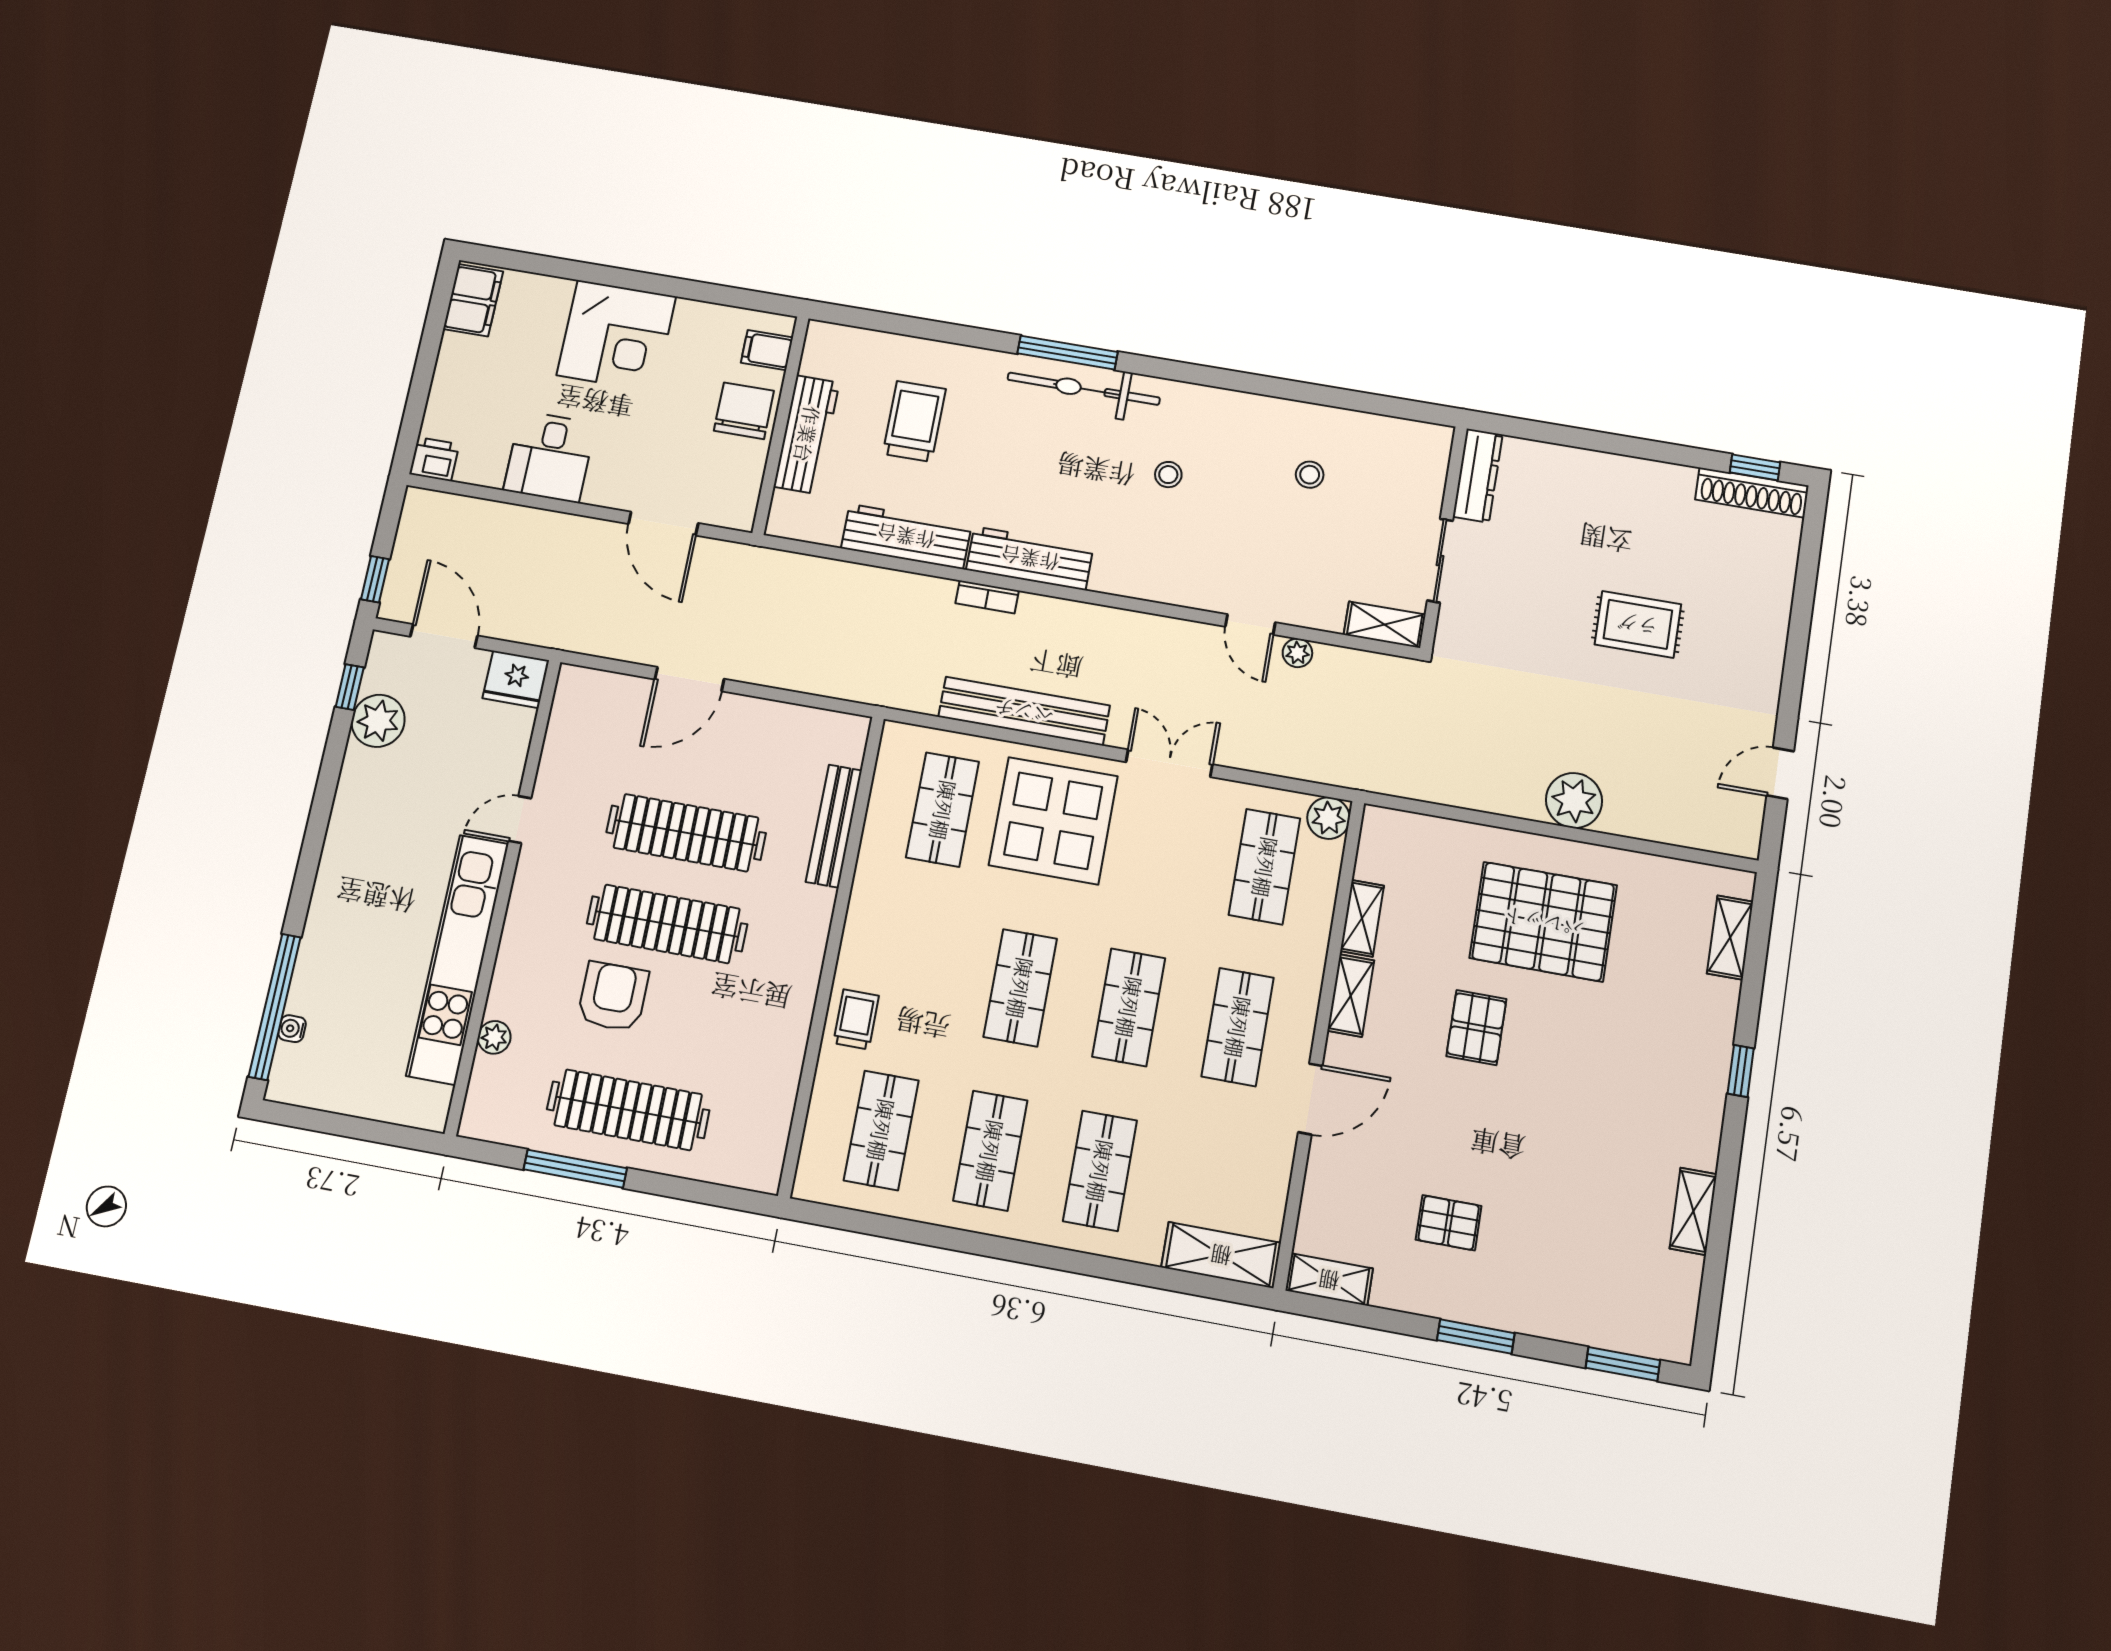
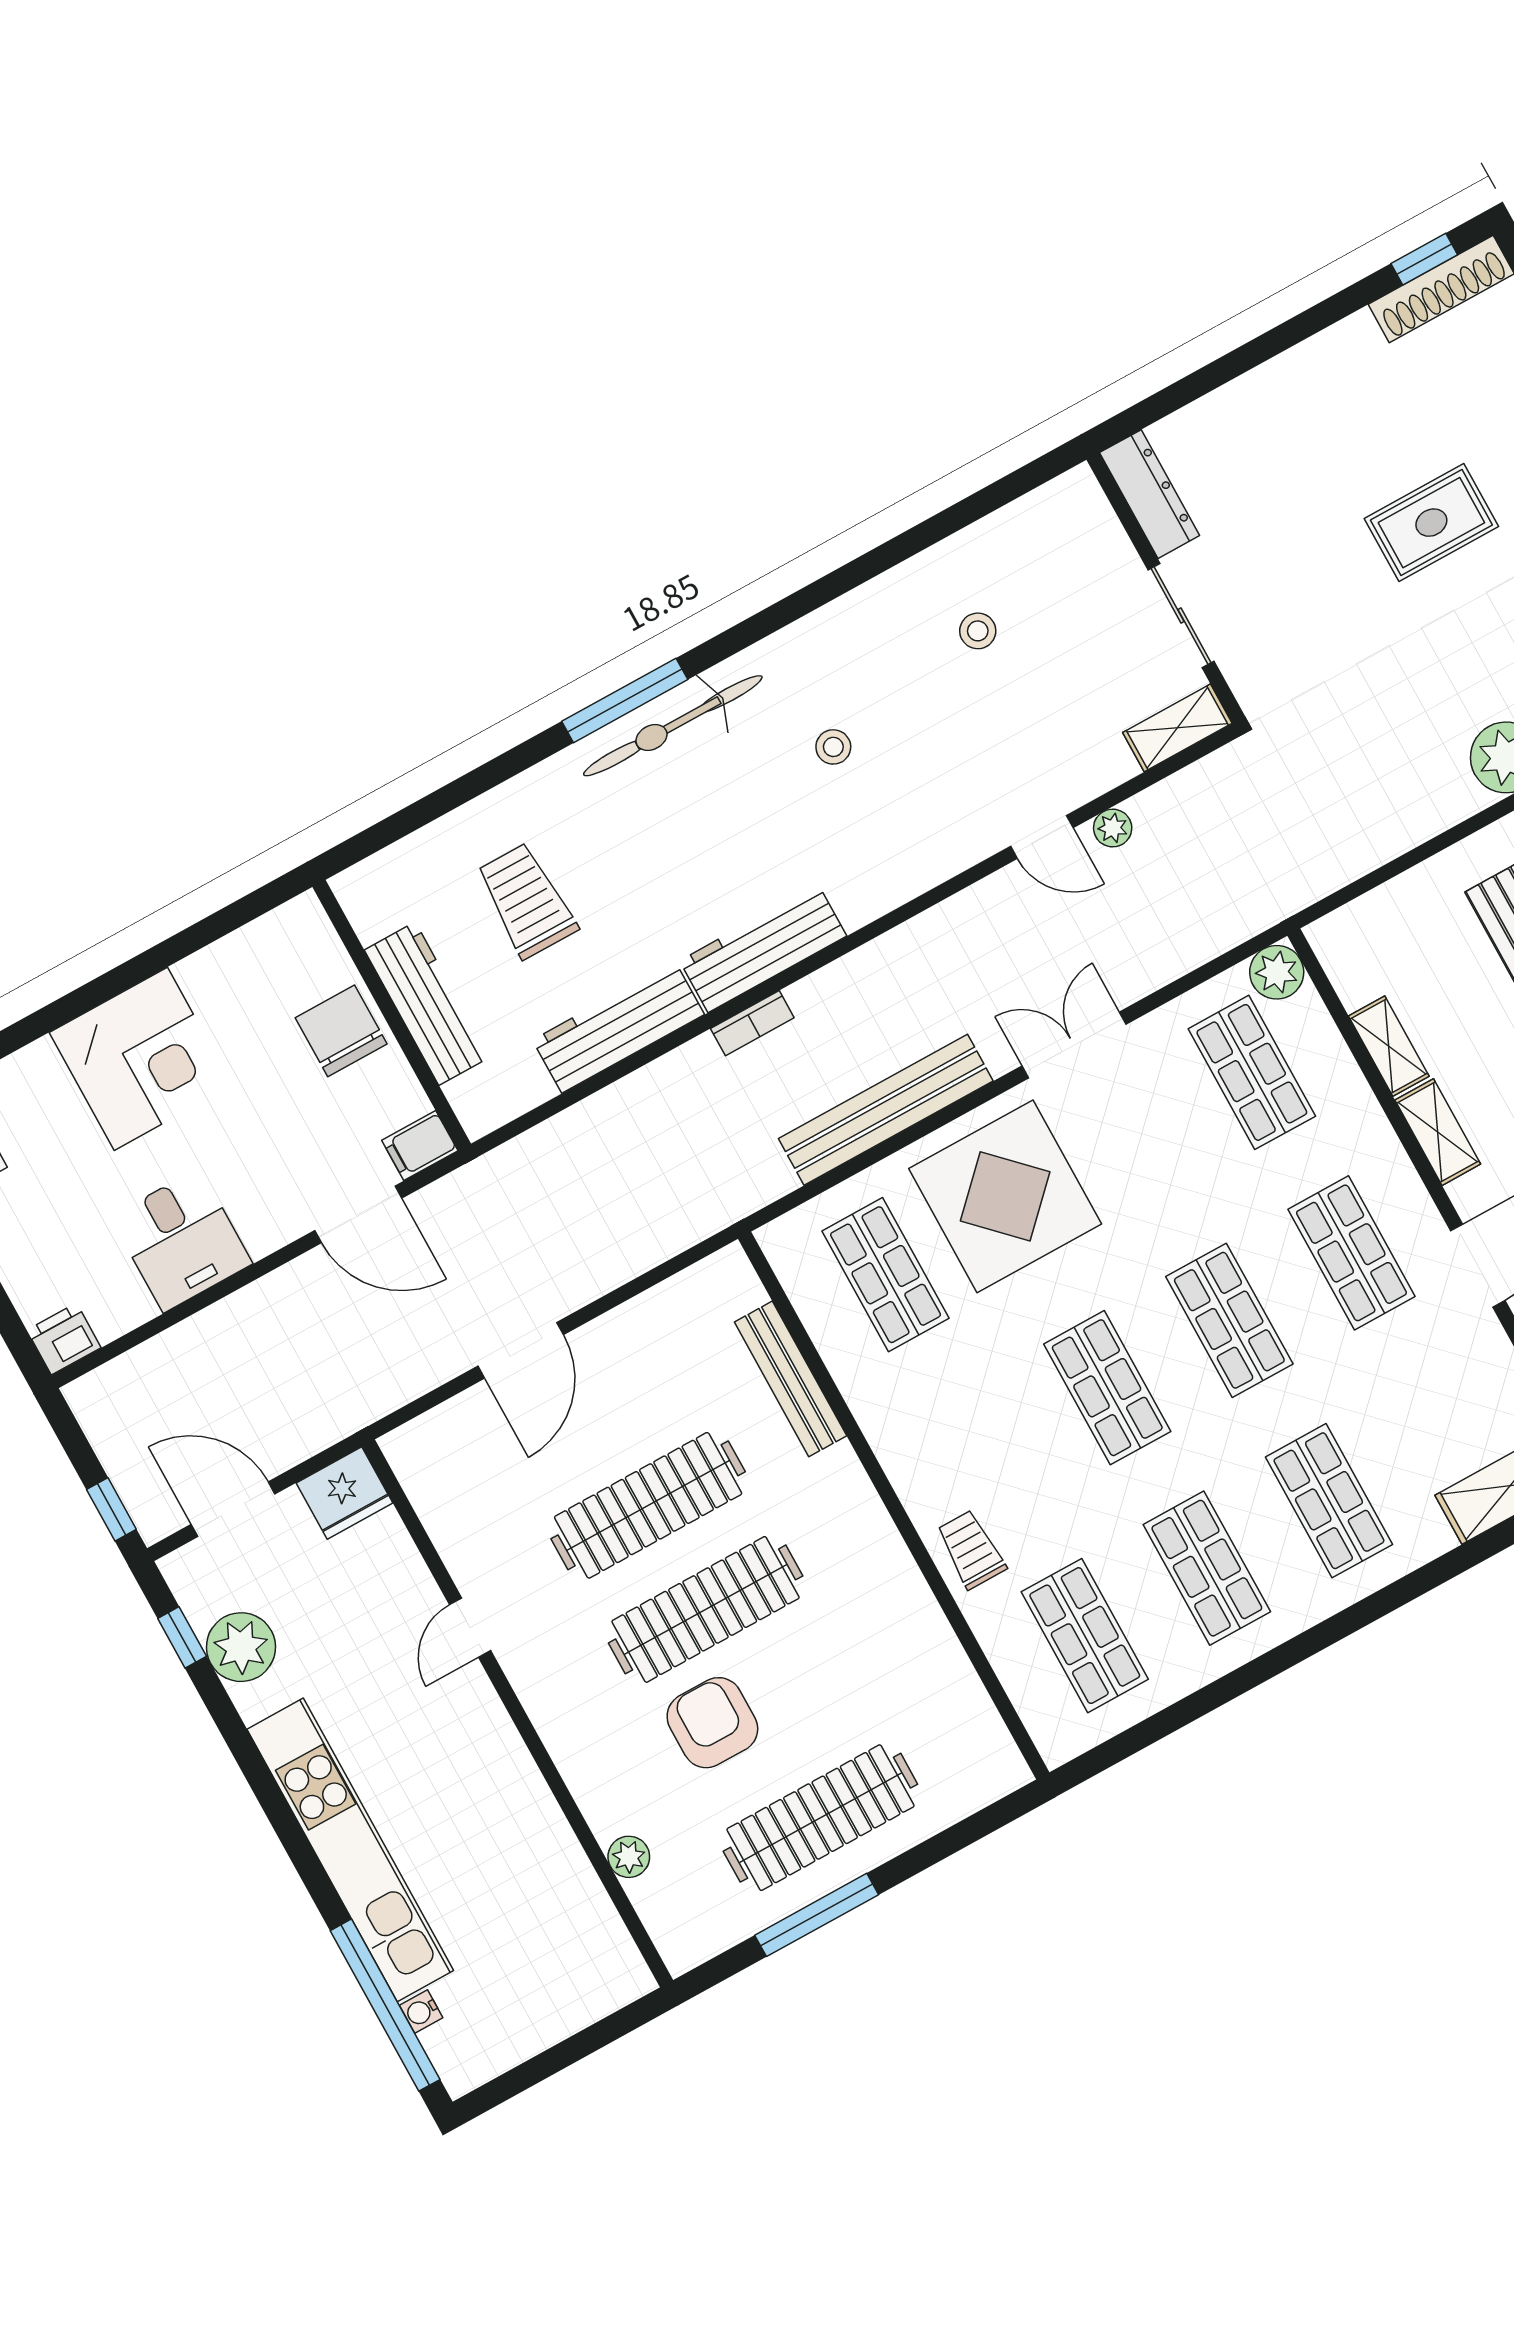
filing cabinet: (767, 350) -> (420, 1145), moved
kitchen unit: (458, 959) -> (350, 1850), moved, turned 180

